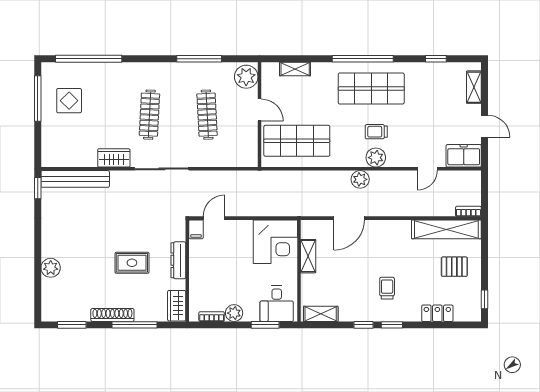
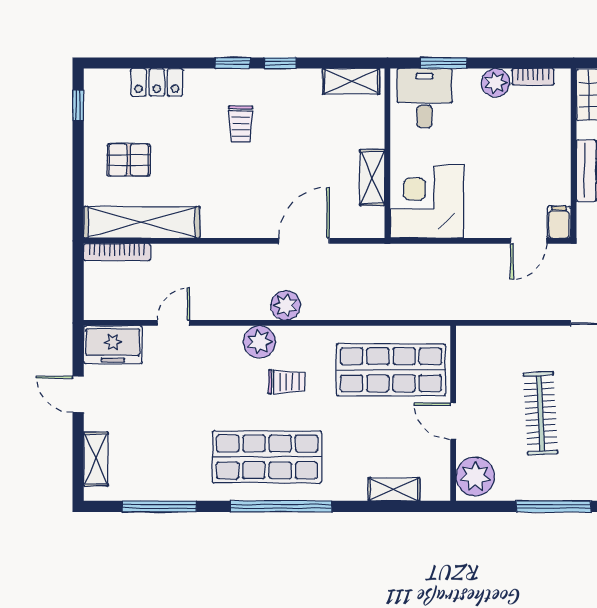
window: (436, 59) -> (159, 506), width x2.17
trolley: (376, 132) -> (287, 382), moved
bookcase: (468, 211) -> (117, 252), width x1.56

